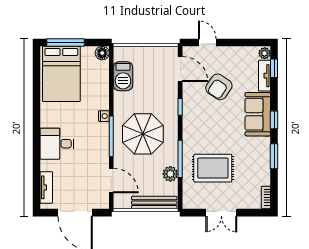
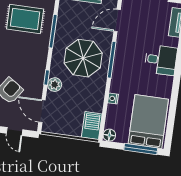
barbecue: (123, 76) -> (92, 126), moved
nightstand: (104, 116) -> (113, 98), moved
plant: (170, 174) -> (55, 85), moved
door: (111, 181) -> (117, 20), hinge flipped

